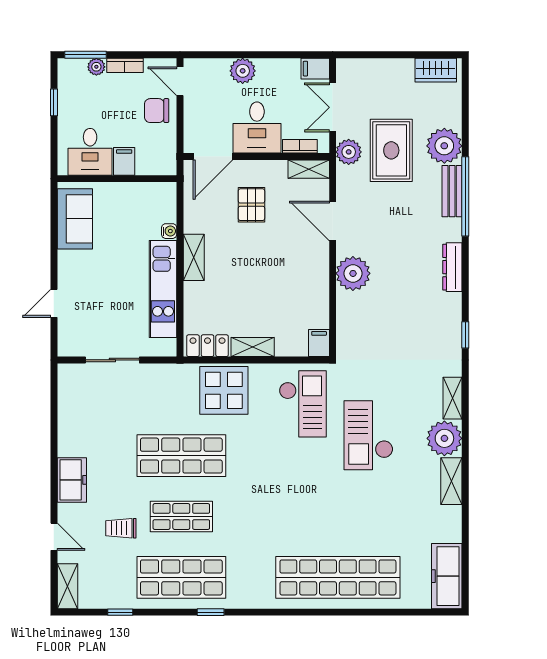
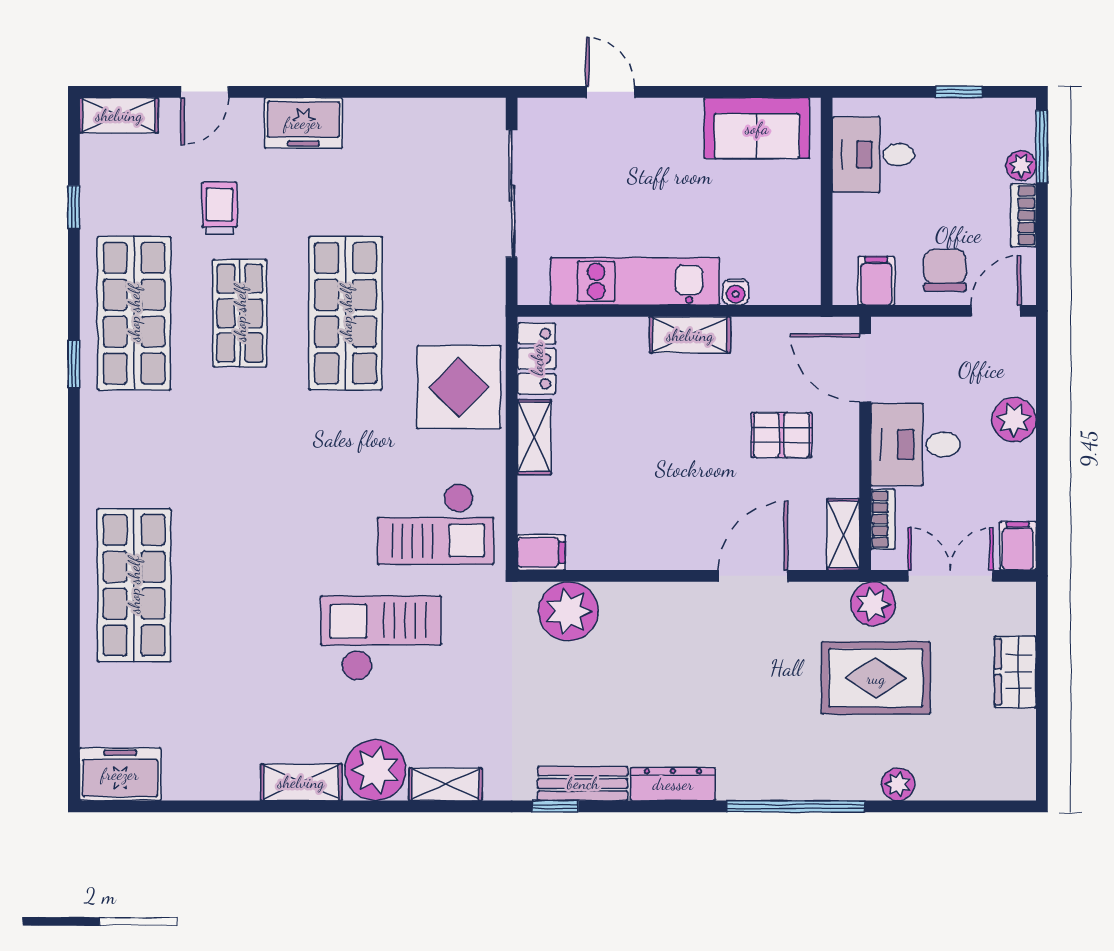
wardrobe: (436, 70) -> (1015, 672), moved
plant: (444, 146) -> (898, 784), width x0.53, depth x0.53
filing cabinet: (124, 161) -> (876, 281), moved, turned -90
bench: (452, 191) -> (583, 783), moved
plant: (353, 273) -> (568, 611), moved
sliding door: (112, 360) -> (512, 193), width x1.37
freezer: (447, 576) -> (120, 774), width x0.71
shop shelf: (338, 577) -> (134, 585), width x0.71

